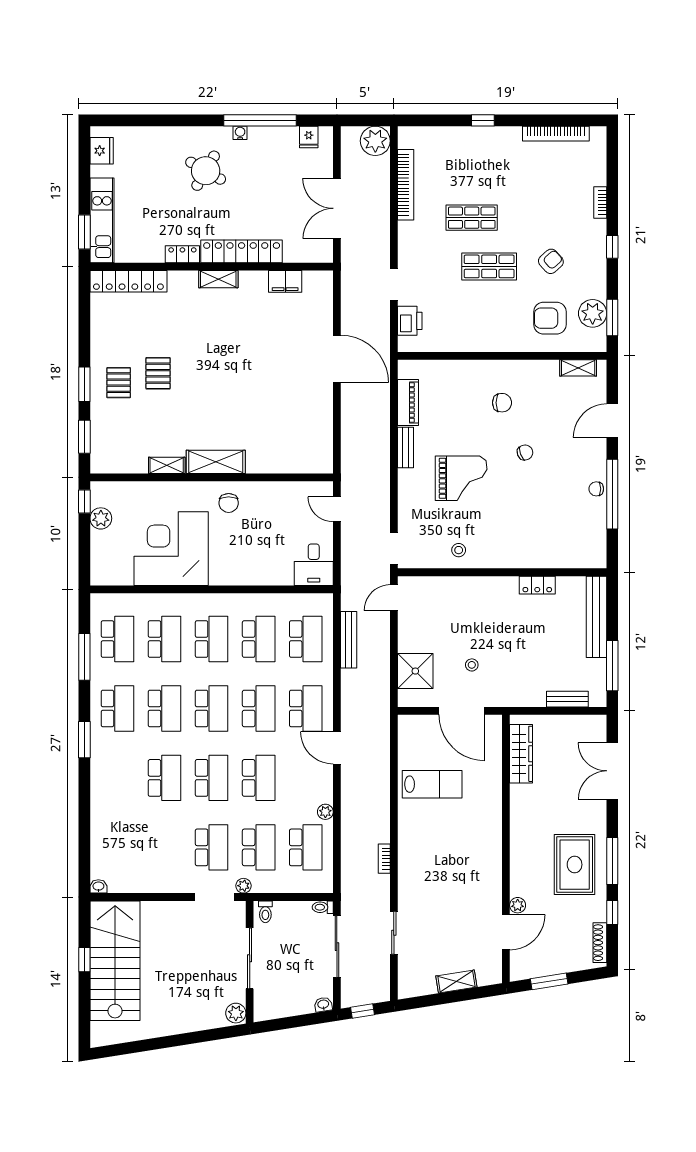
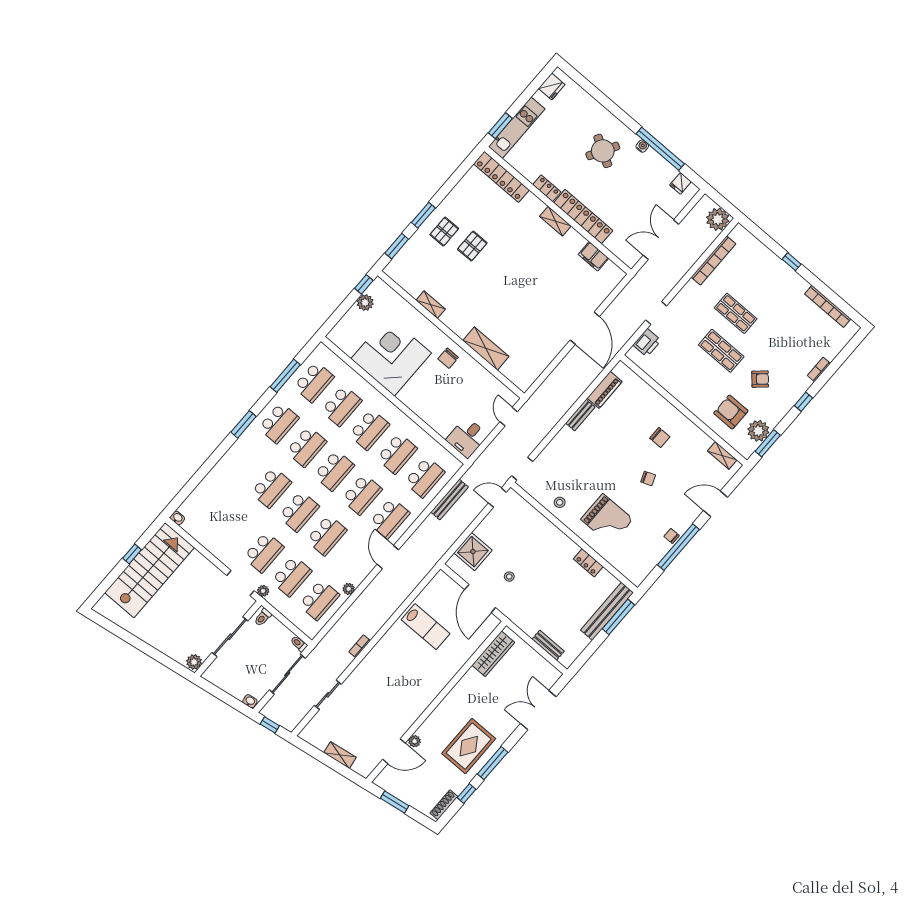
shelving: (216, 462) -> (486, 348), moved
grand piano: (461, 478) -> (607, 519), moved
window: (612, 666) -> (618, 617), moved

